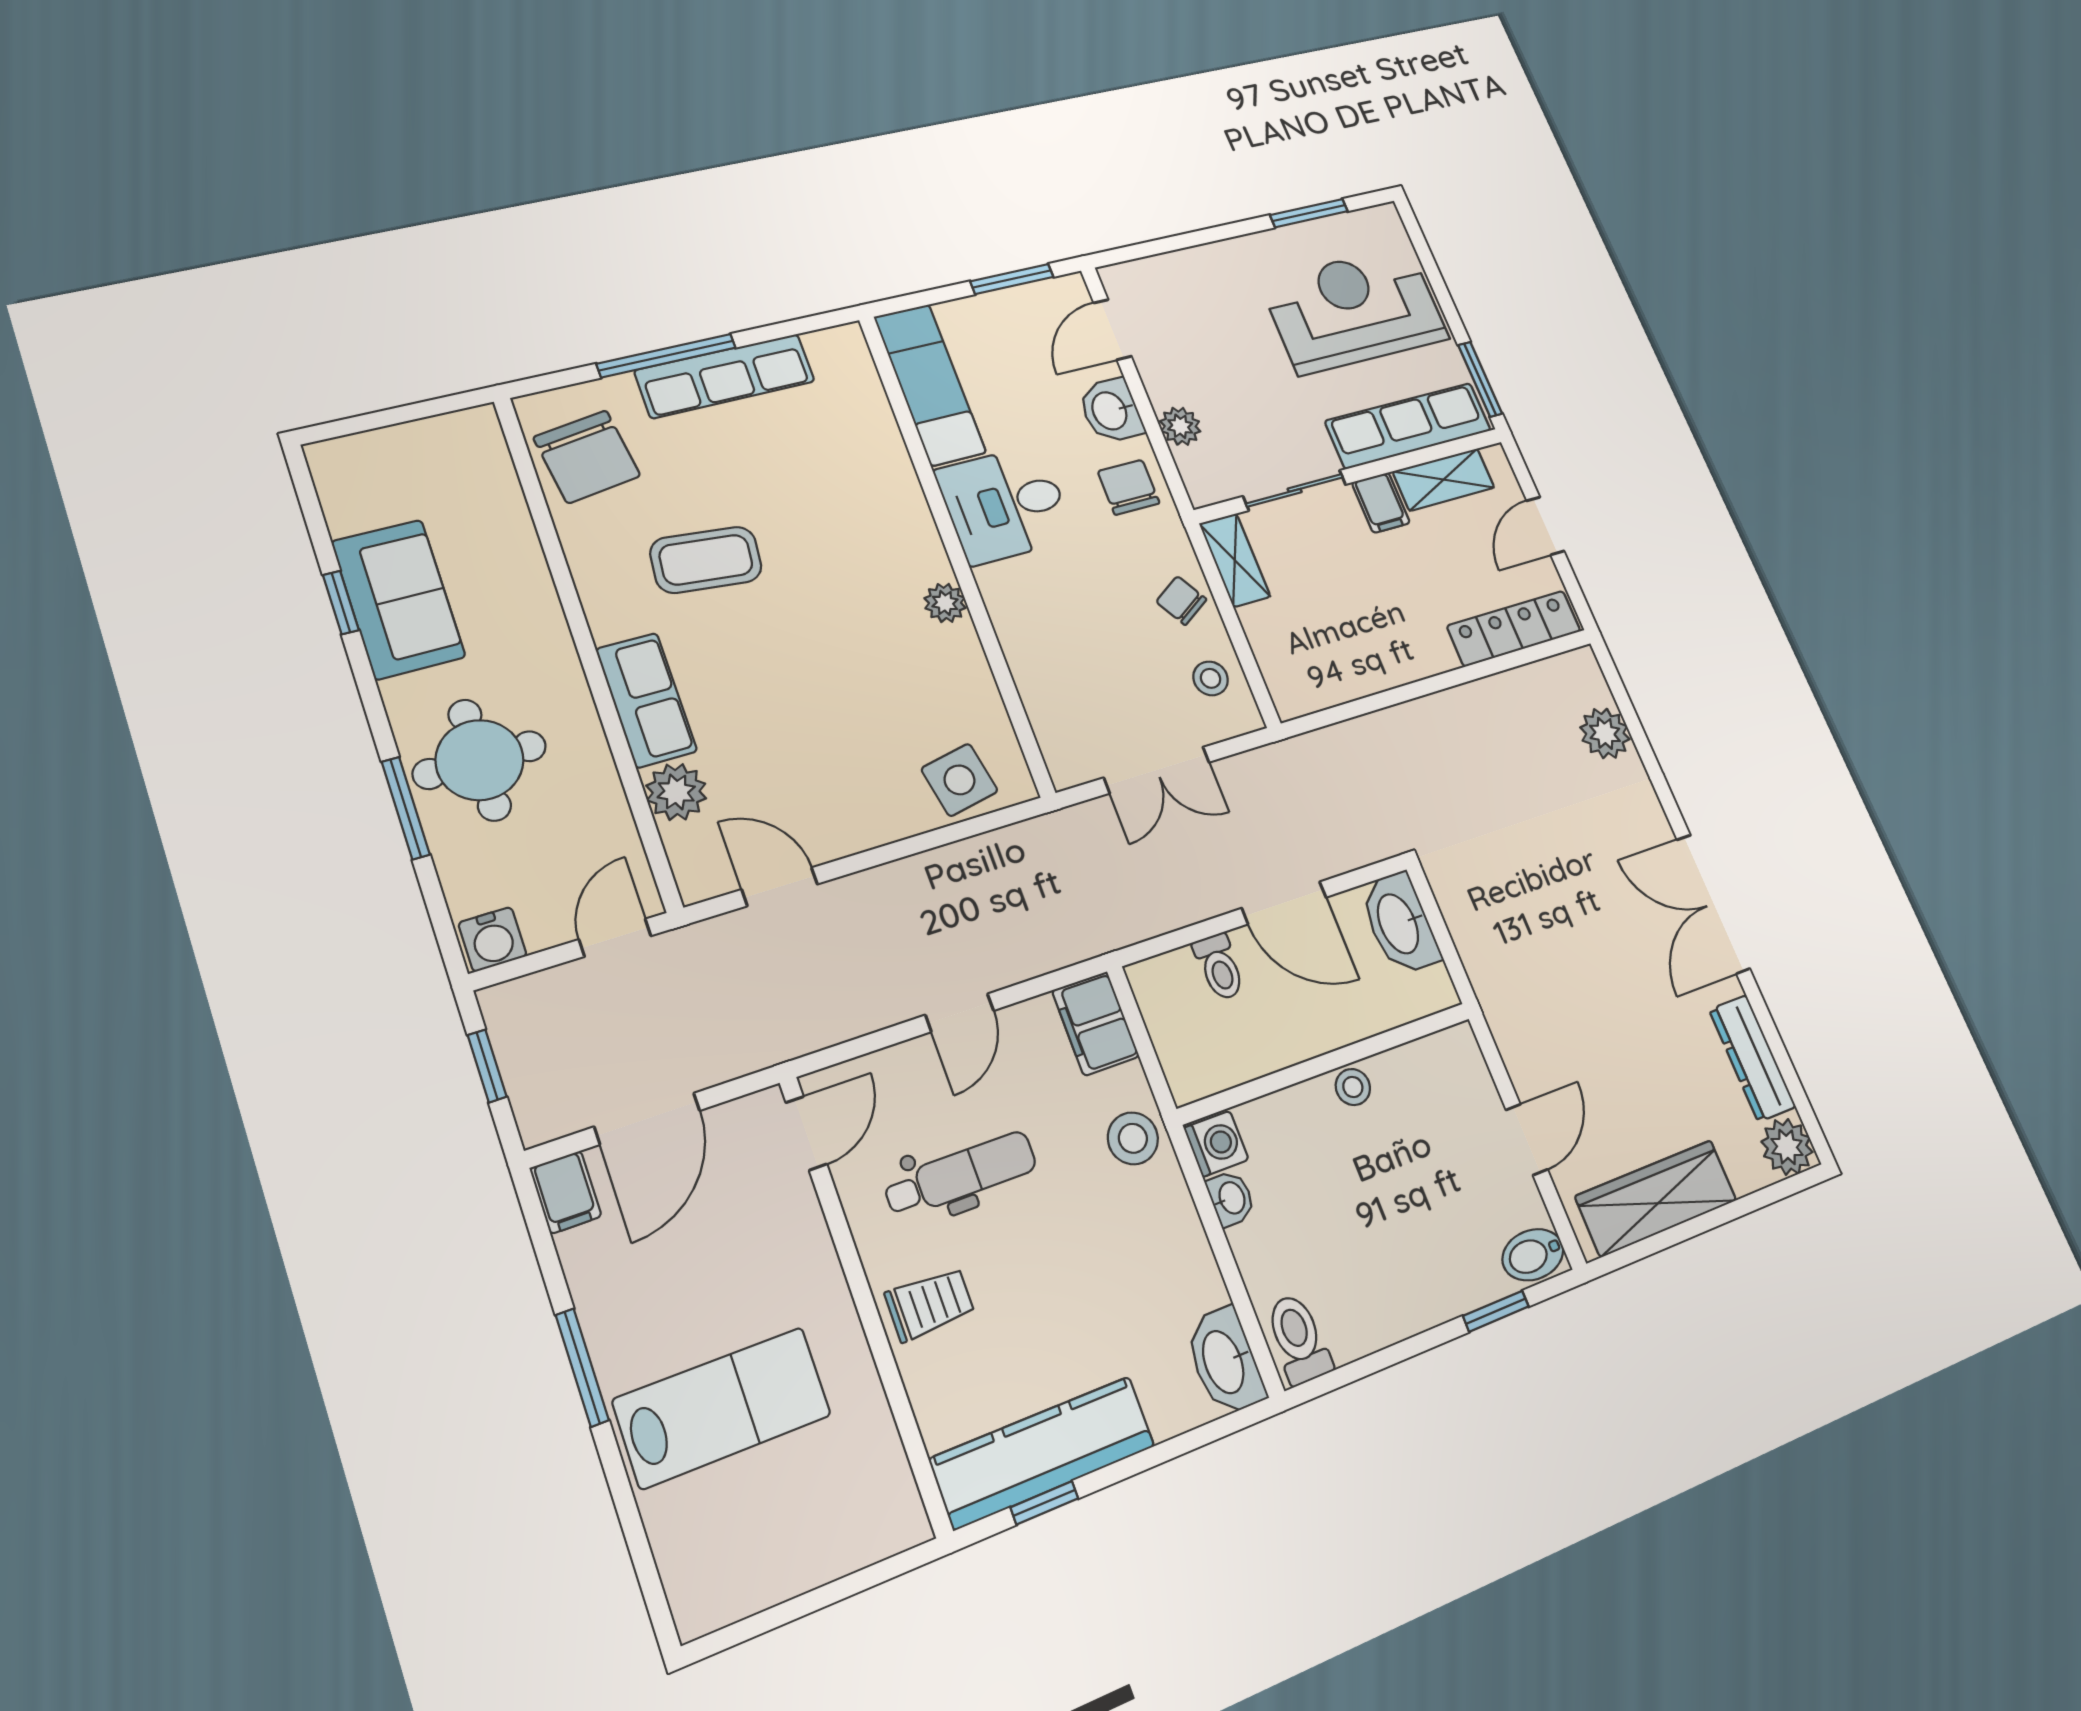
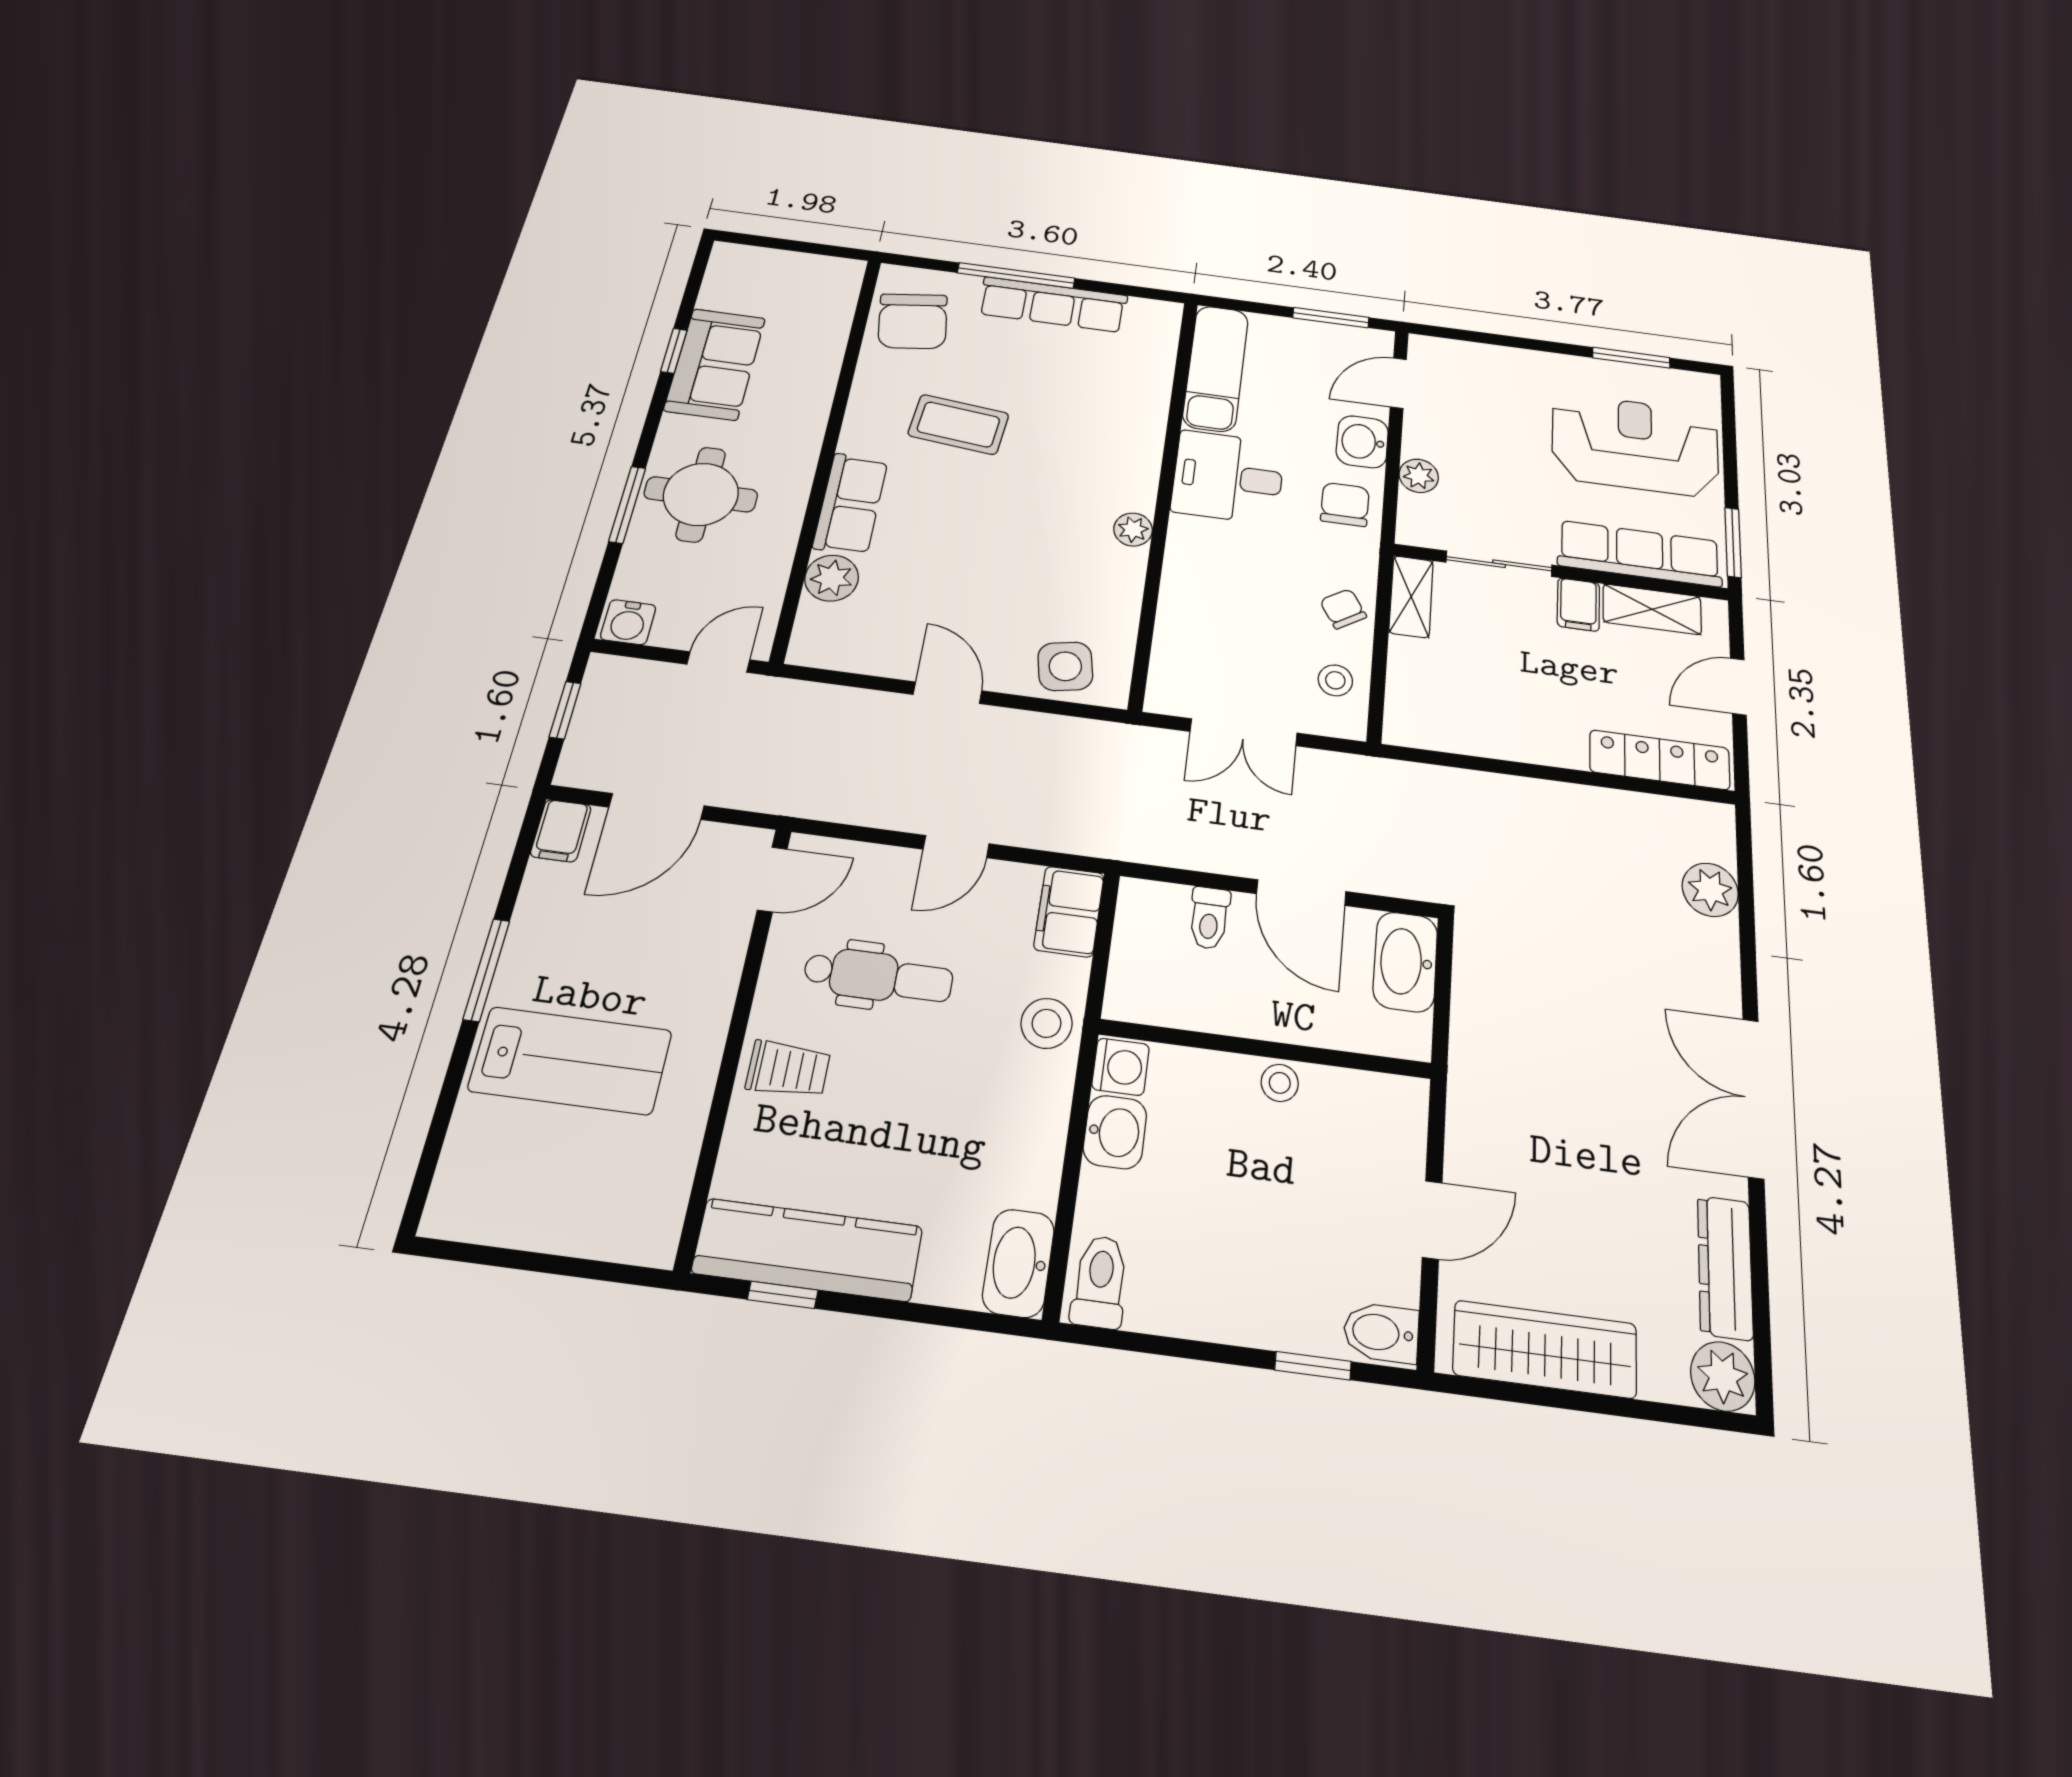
door: (780, 887) -> (948, 693), moved
washbasin: (1231, 1198) -> (1115, 1132), width x1.38, depth x1.45

